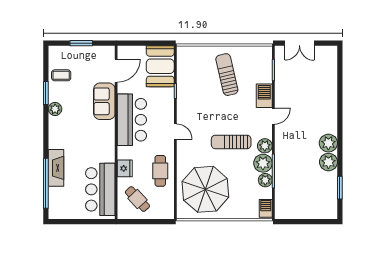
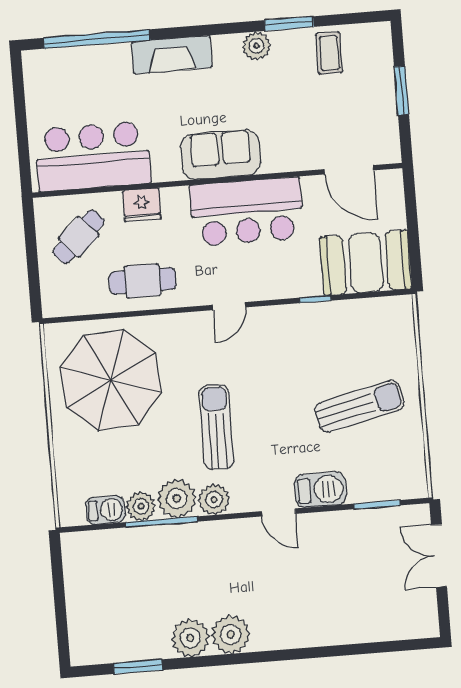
sofa: (104, 101) -> (221, 155), moved
fireplace: (56, 168) -> (172, 55), moved
barbecue: (266, 208) -> (105, 510), moved

